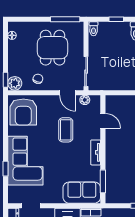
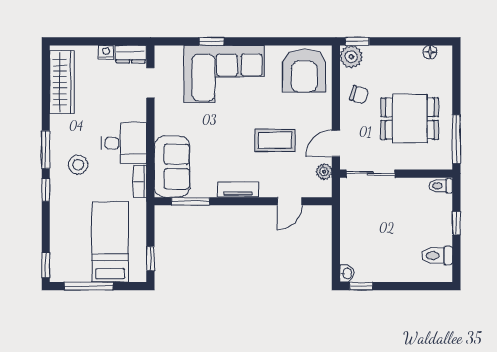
armchair: (23, 112) -> (304, 71), turned -90

